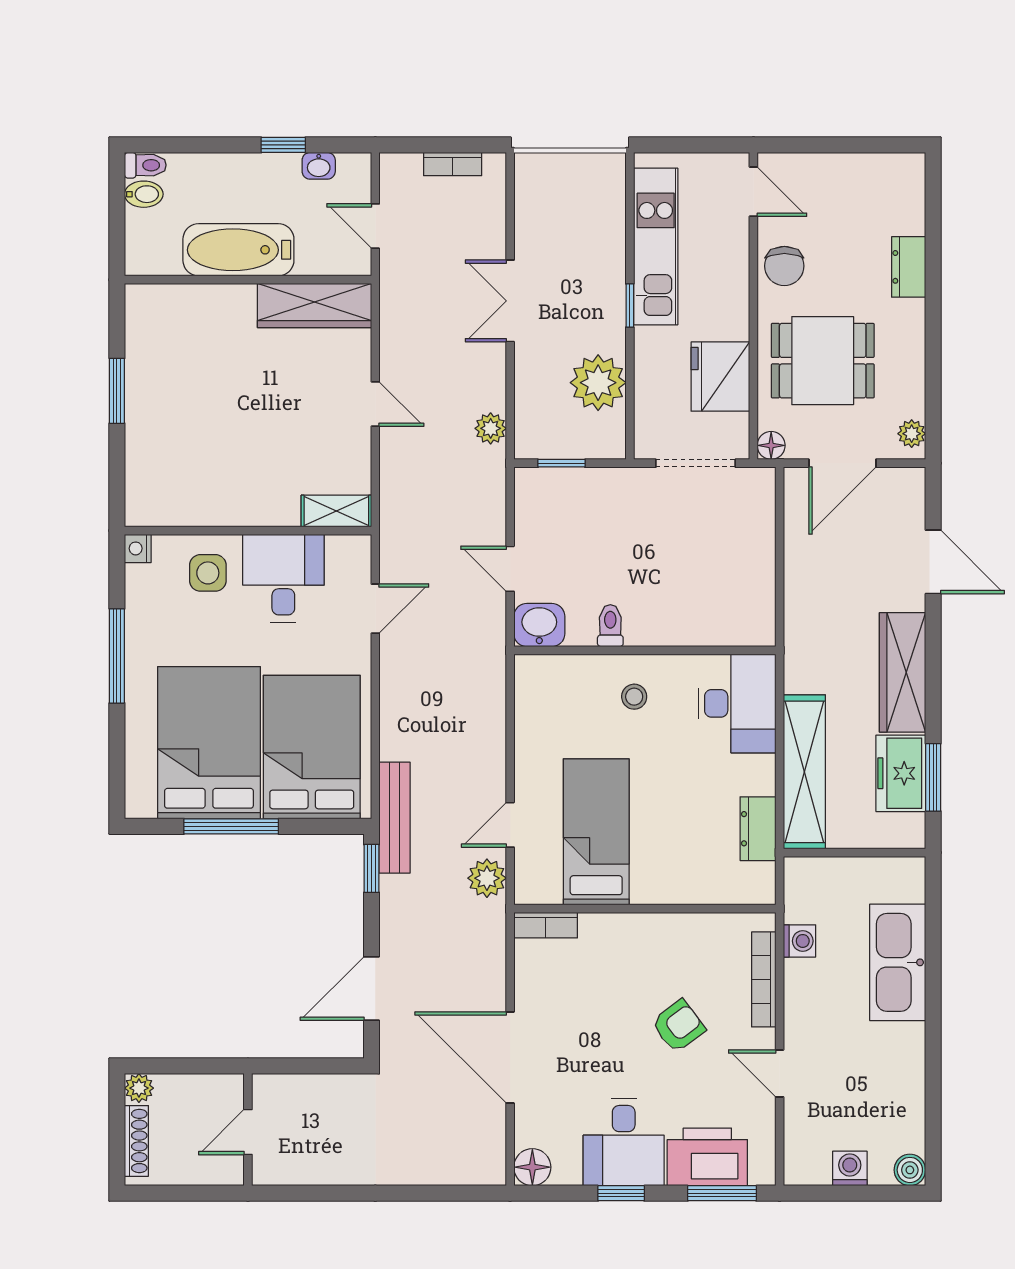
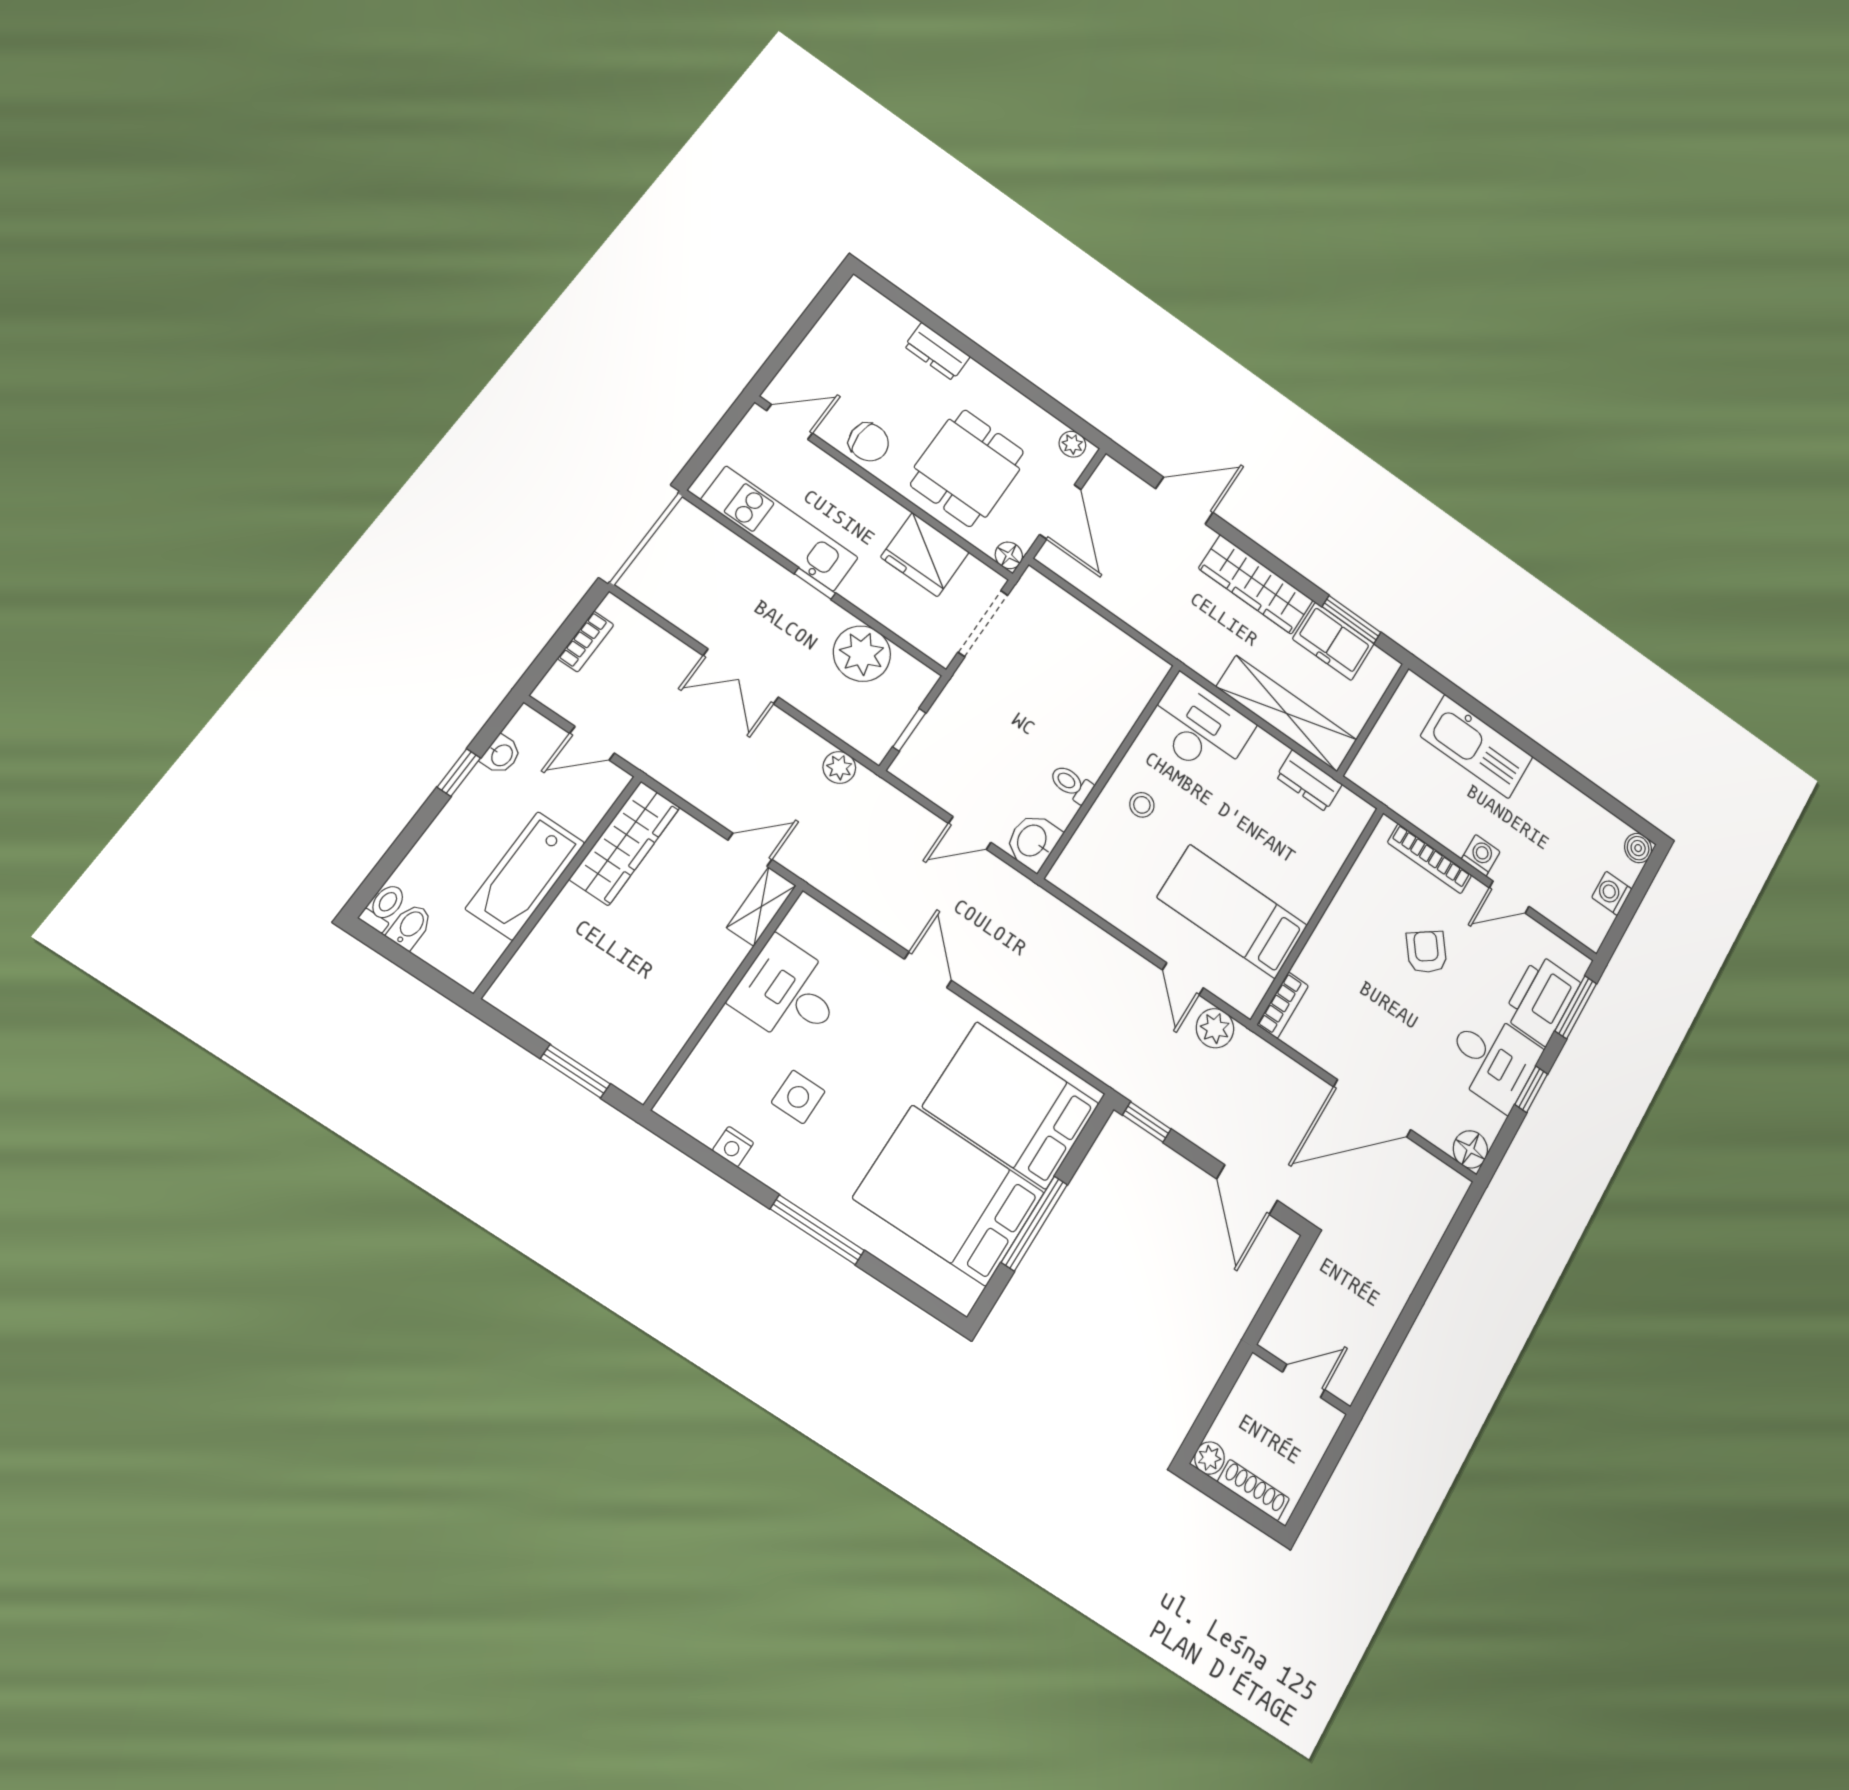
shelving: (336, 511) -> (761, 907), moved
wall: (248, 531) -> (725, 996), moved
desk: (283, 578) -> (789, 993), moved
bench: (395, 818) -> (1116, 1073), removed
washing machine: (799, 941) -> (1481, 855), moved
door: (248, 1132) -> (1304, 1381), swing flipped

